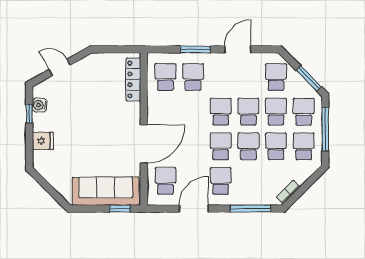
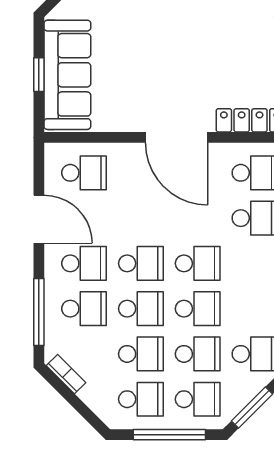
door: (144, 144) -> (177, 137), moved
school desk: (248, 181) -> (84, 309), added
window: (120, 209) -> (39, 75), moved

